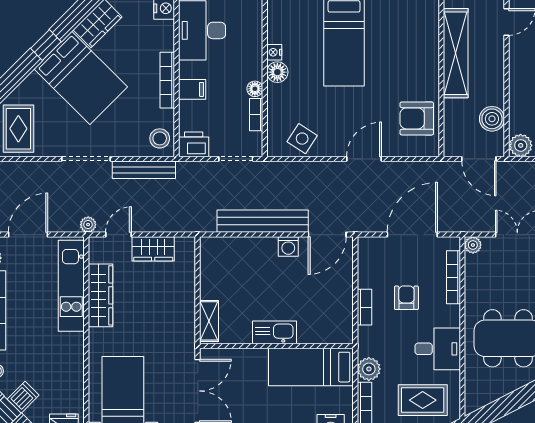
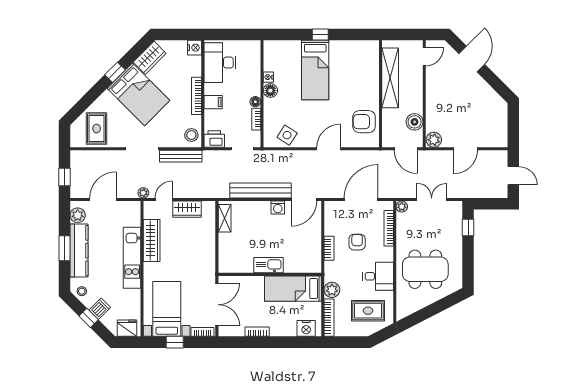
kitchen unit: (71, 286) -> (132, 258), moved
shelving: (209, 321) -> (225, 218), moved

